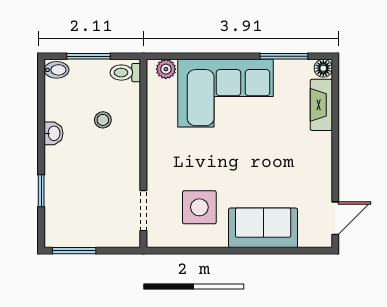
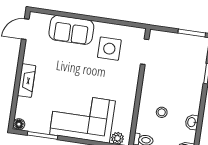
fireplace: (321, 105) -> (27, 81), moved
washbasin: (53, 133) -> (192, 122), moved

